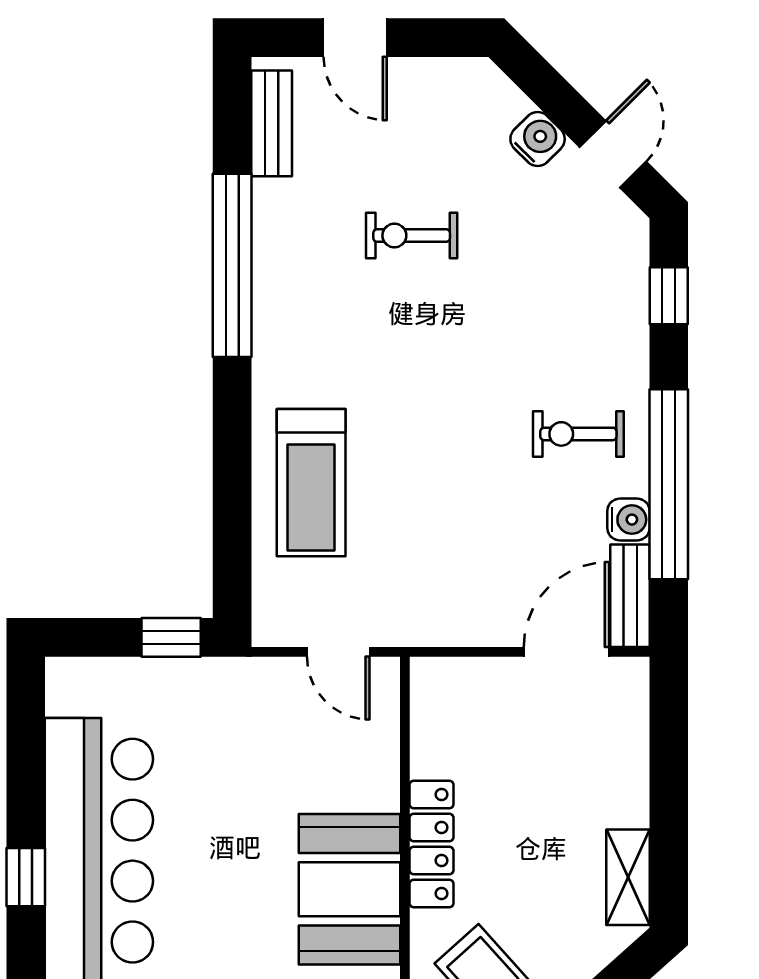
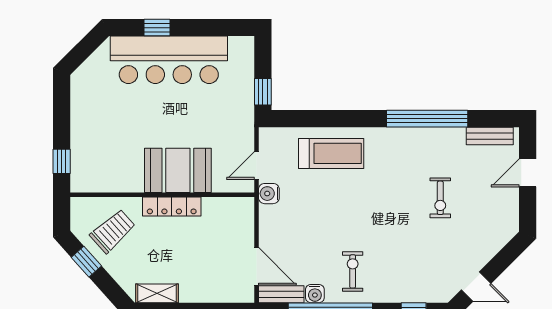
water cooler: (538, 139) -> (269, 194), moved, turned 135
exercise bike: (412, 235) -> (440, 198), turned 180
treadmill: (311, 483) -> (331, 153), turned 180
booth: (349, 889) -> (178, 170), moved

